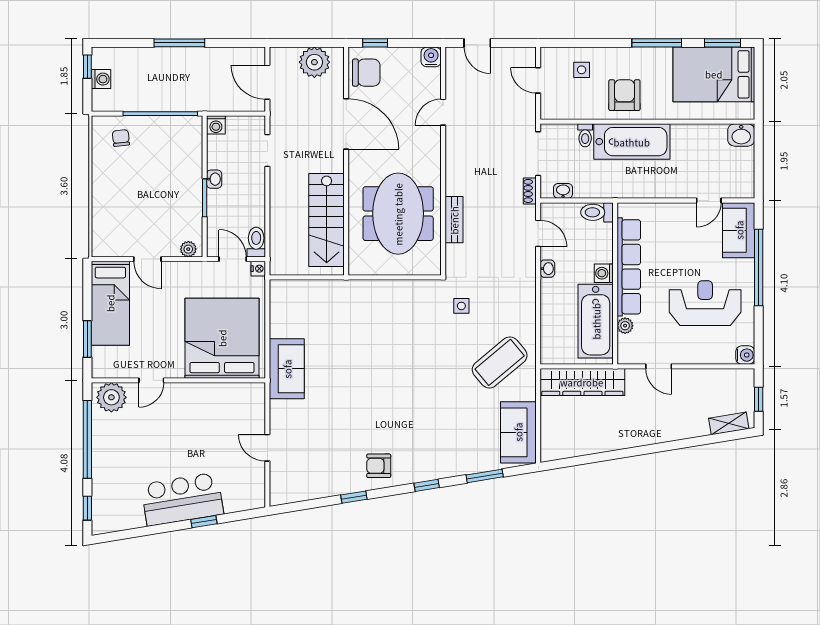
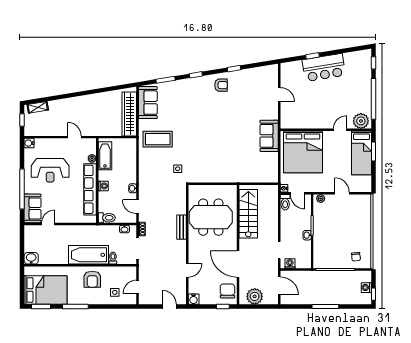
chair: (366, 73) -> (227, 291), turned 90
door: (538, 80) -> (137, 287), swing flipped
washing machine: (216, 125) -> (290, 264), moved
meeting table: (398, 214) -> (211, 217), turned 90
bench: (454, 220) -> (181, 227), moved
bed: (110, 303) -> (361, 153), moved, turned 180
bathtub: (596, 321) -> (105, 156), width x0.73, depth x0.73
coffee table: (500, 362) -> (158, 139), turned 40
wardrobe: (582, 382) -> (129, 114), moved, turned -90

